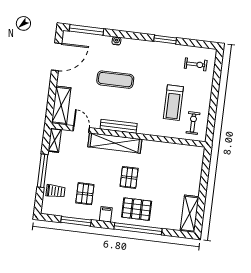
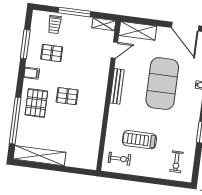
exercise mat: (115, 80) -> (162, 84), width x2.00, depth x1.45
shelving: (115, 143) -> (101, 83), removed
shelving: (190, 214) -> (40, 156), width x1.47
window: (138, 229) -> (15, 121), moved

